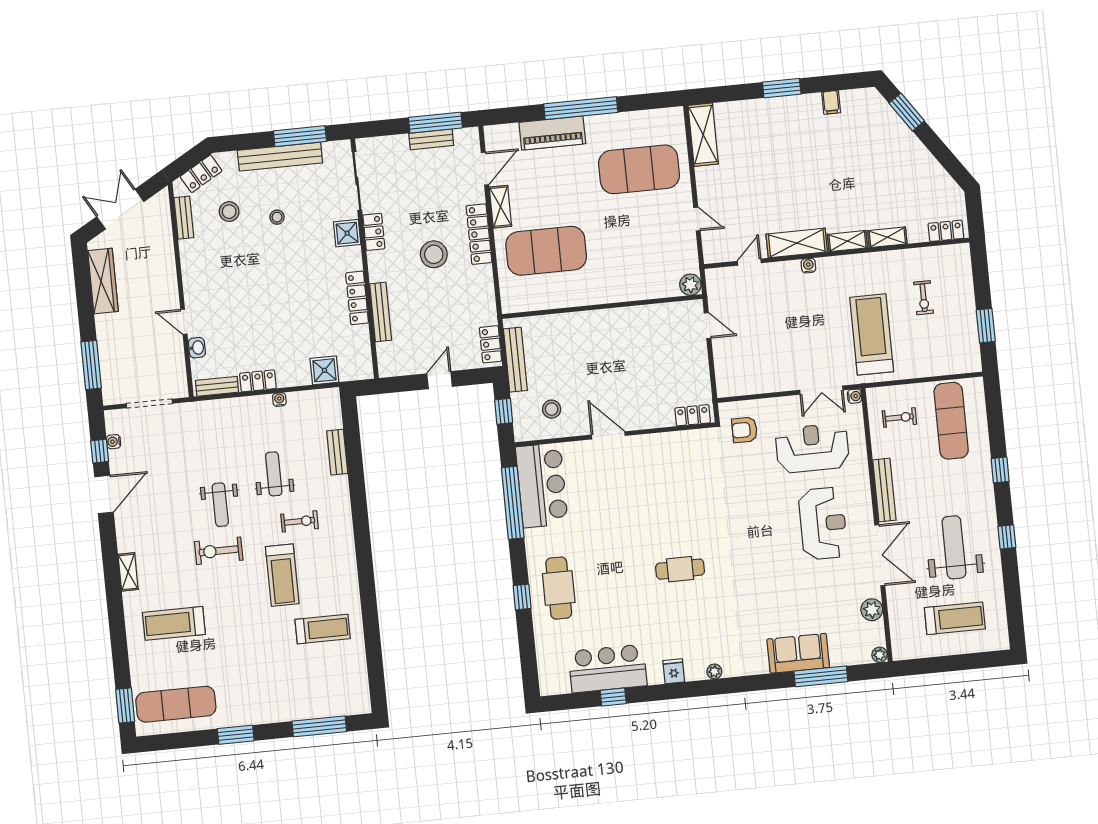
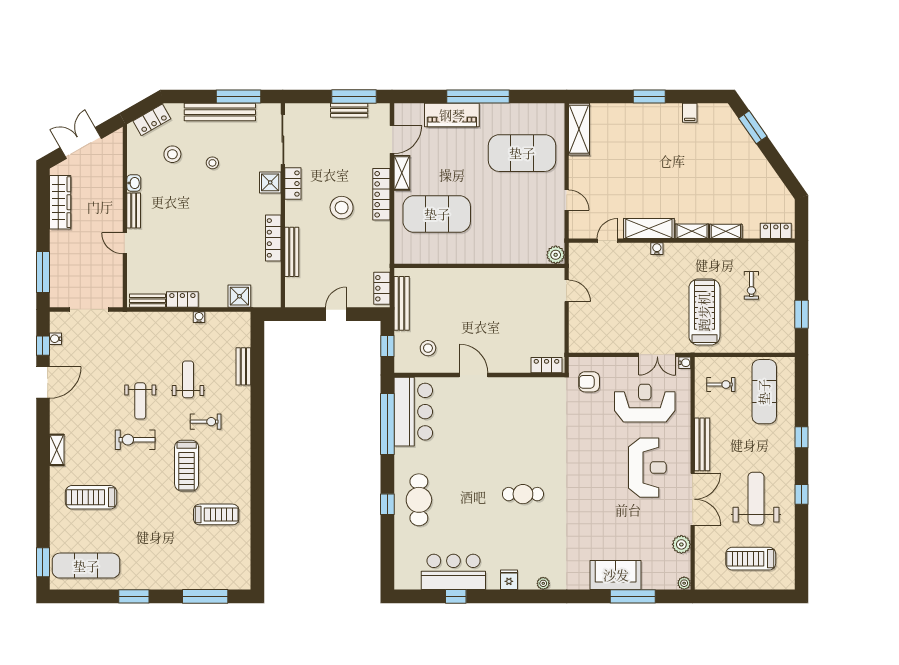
bench: (184, 218) -> (134, 210), moved
washbasin: (197, 348) -> (134, 183), moved
treadmill: (955, 618) -> (751, 559), turned 180

